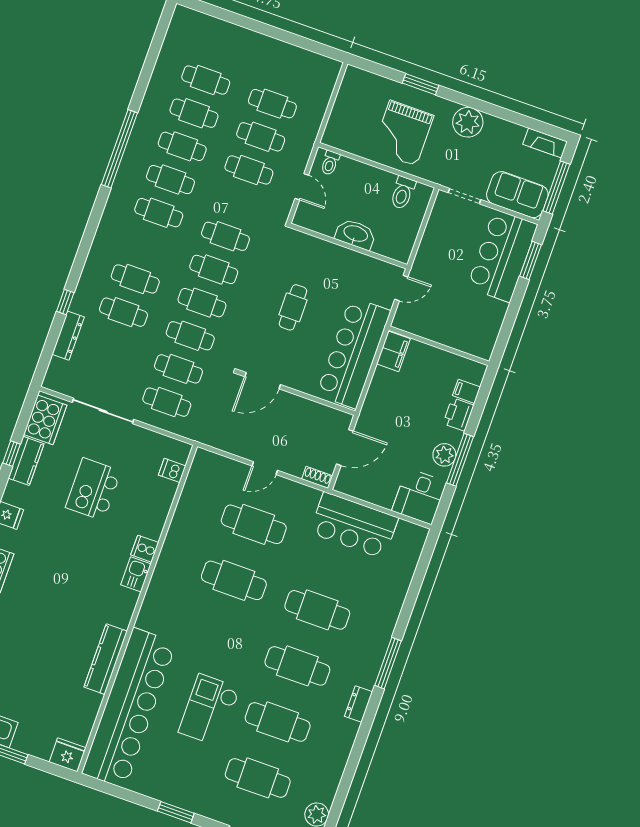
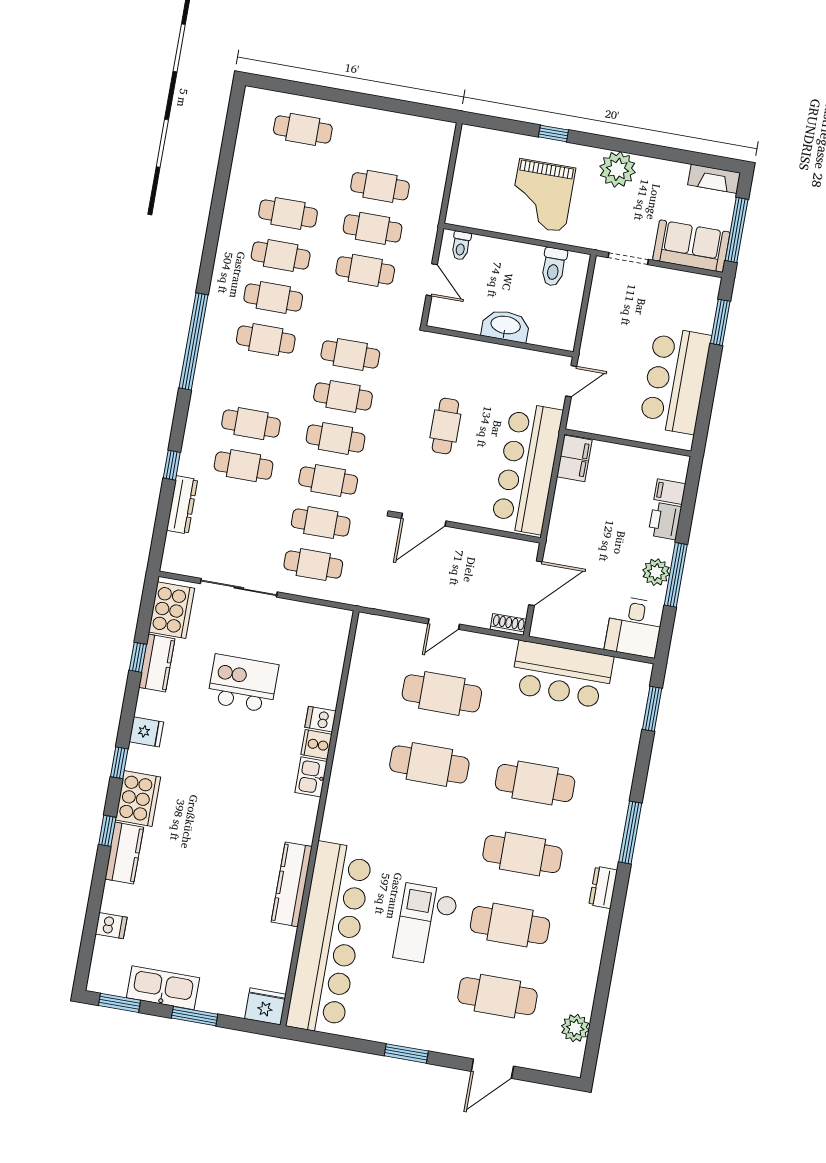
cafe table: (206, 80) -> (303, 129), moved
window: (421, 84) -> (553, 133), width x0.67
window: (119, 149) -> (194, 341), moved
bar counter: (502, 256) -> (675, 380), moved
dishwasher: (172, 470) -> (320, 719), moved
kitchen island: (93, 489) -> (243, 683), turned 90
window: (423, 565) -> (652, 709), added

